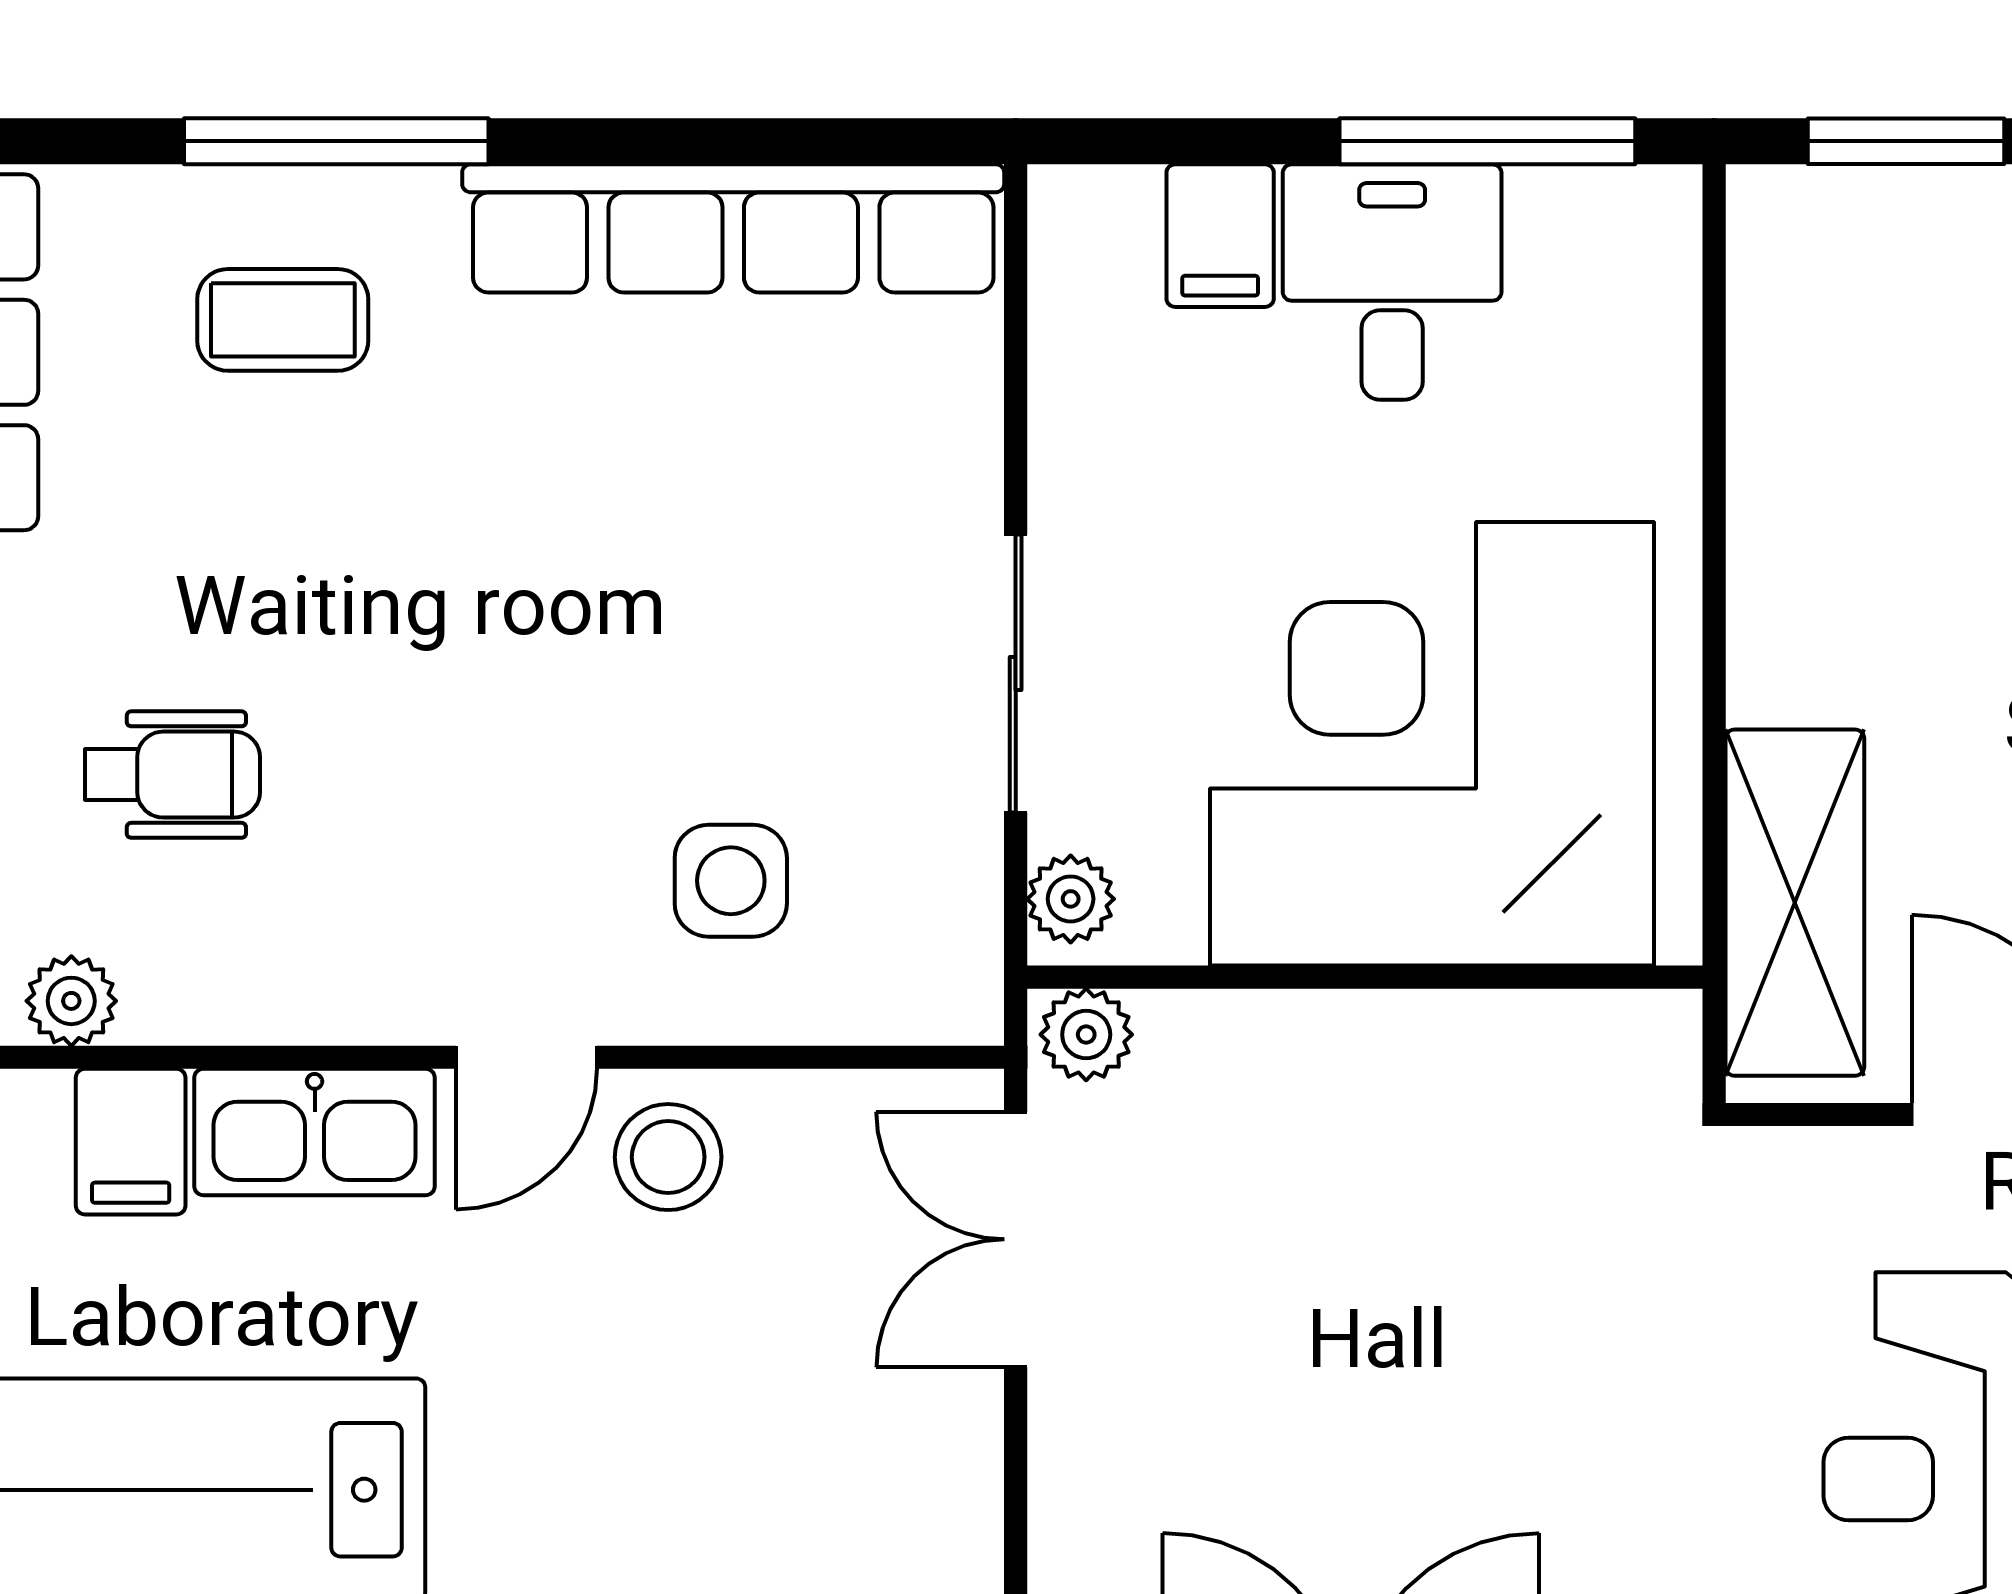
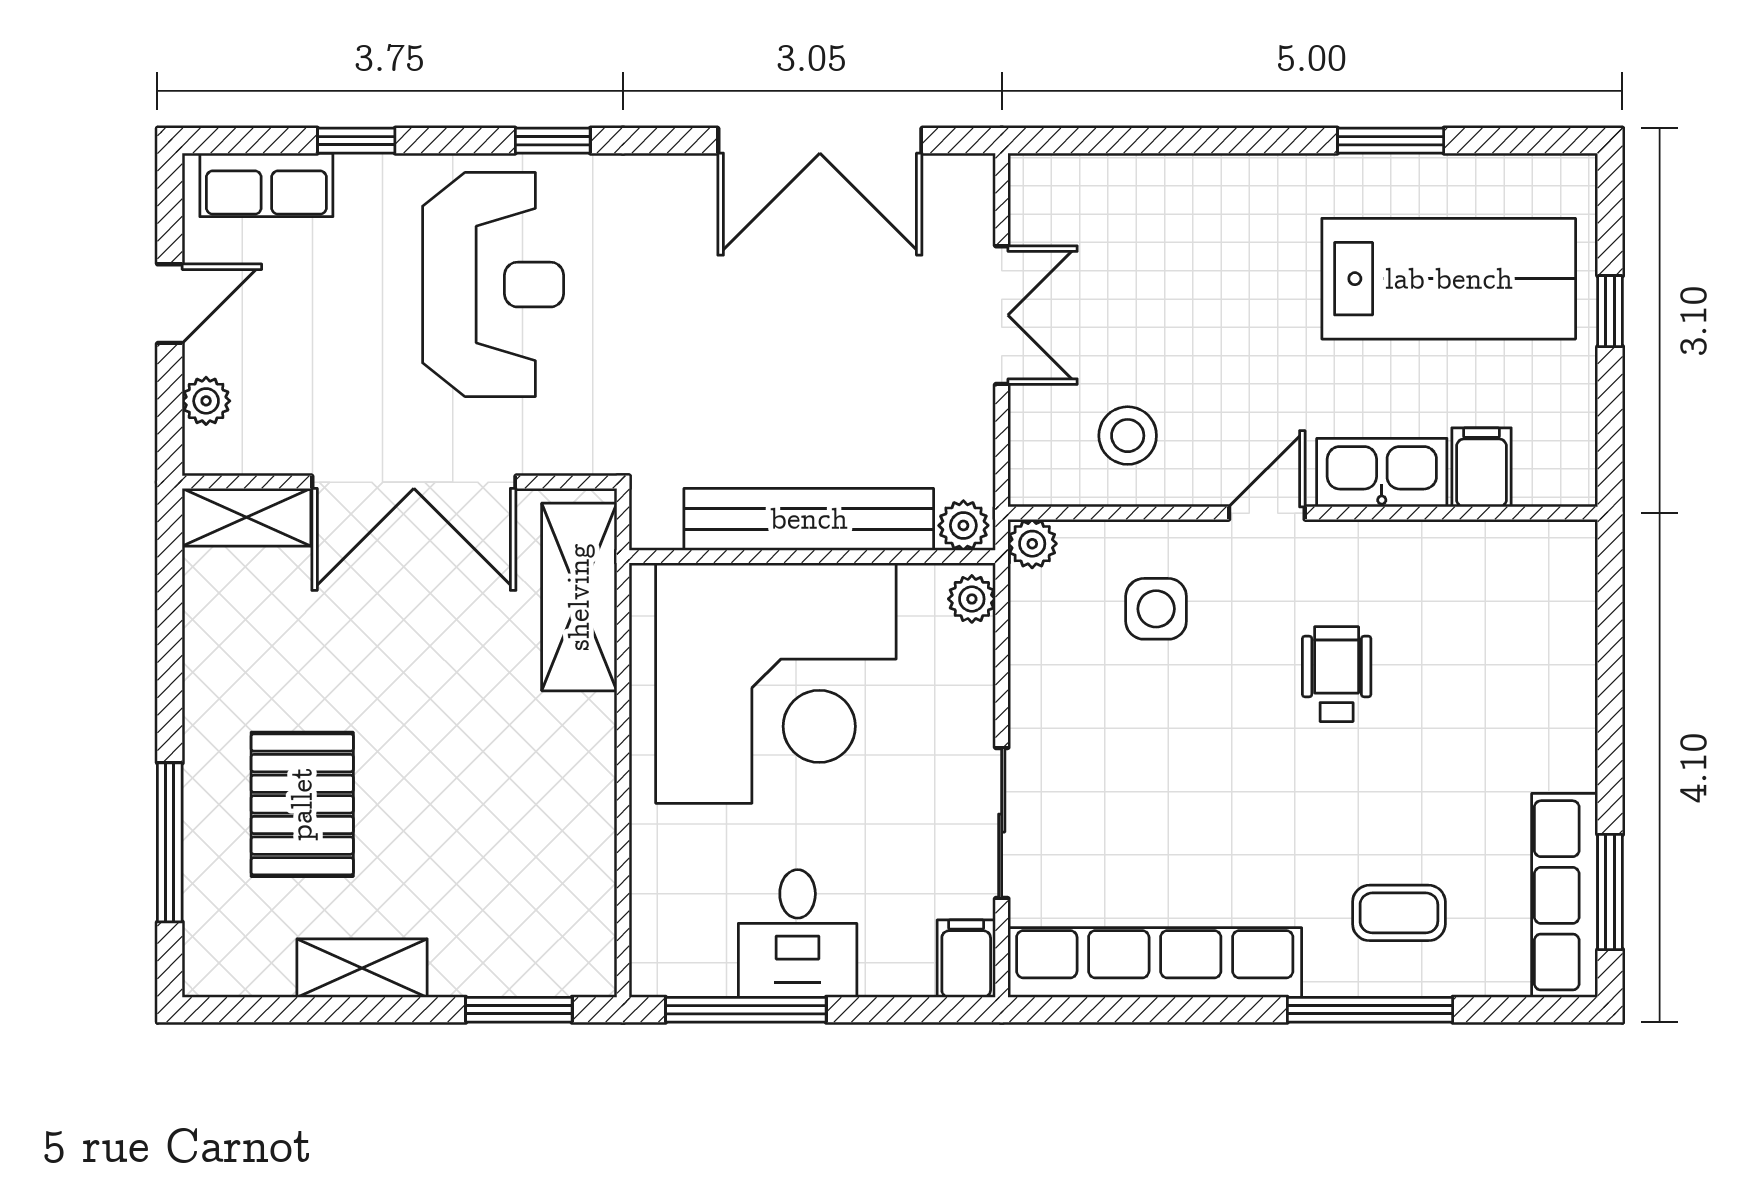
filing cabinet: (1220, 236) -> (966, 959), moved
sliding door: (1016, 674) -> (1002, 823), moved
wheelchair: (172, 775) -> (1337, 674), moved, turned 90
plant: (71, 1001) -> (1032, 544), moved
bench: (1371, 1046) -> (809, 519), added
stool: (668, 1157) -> (1128, 436), moved
double door: (1016, 1239) -> (1002, 315), moved

